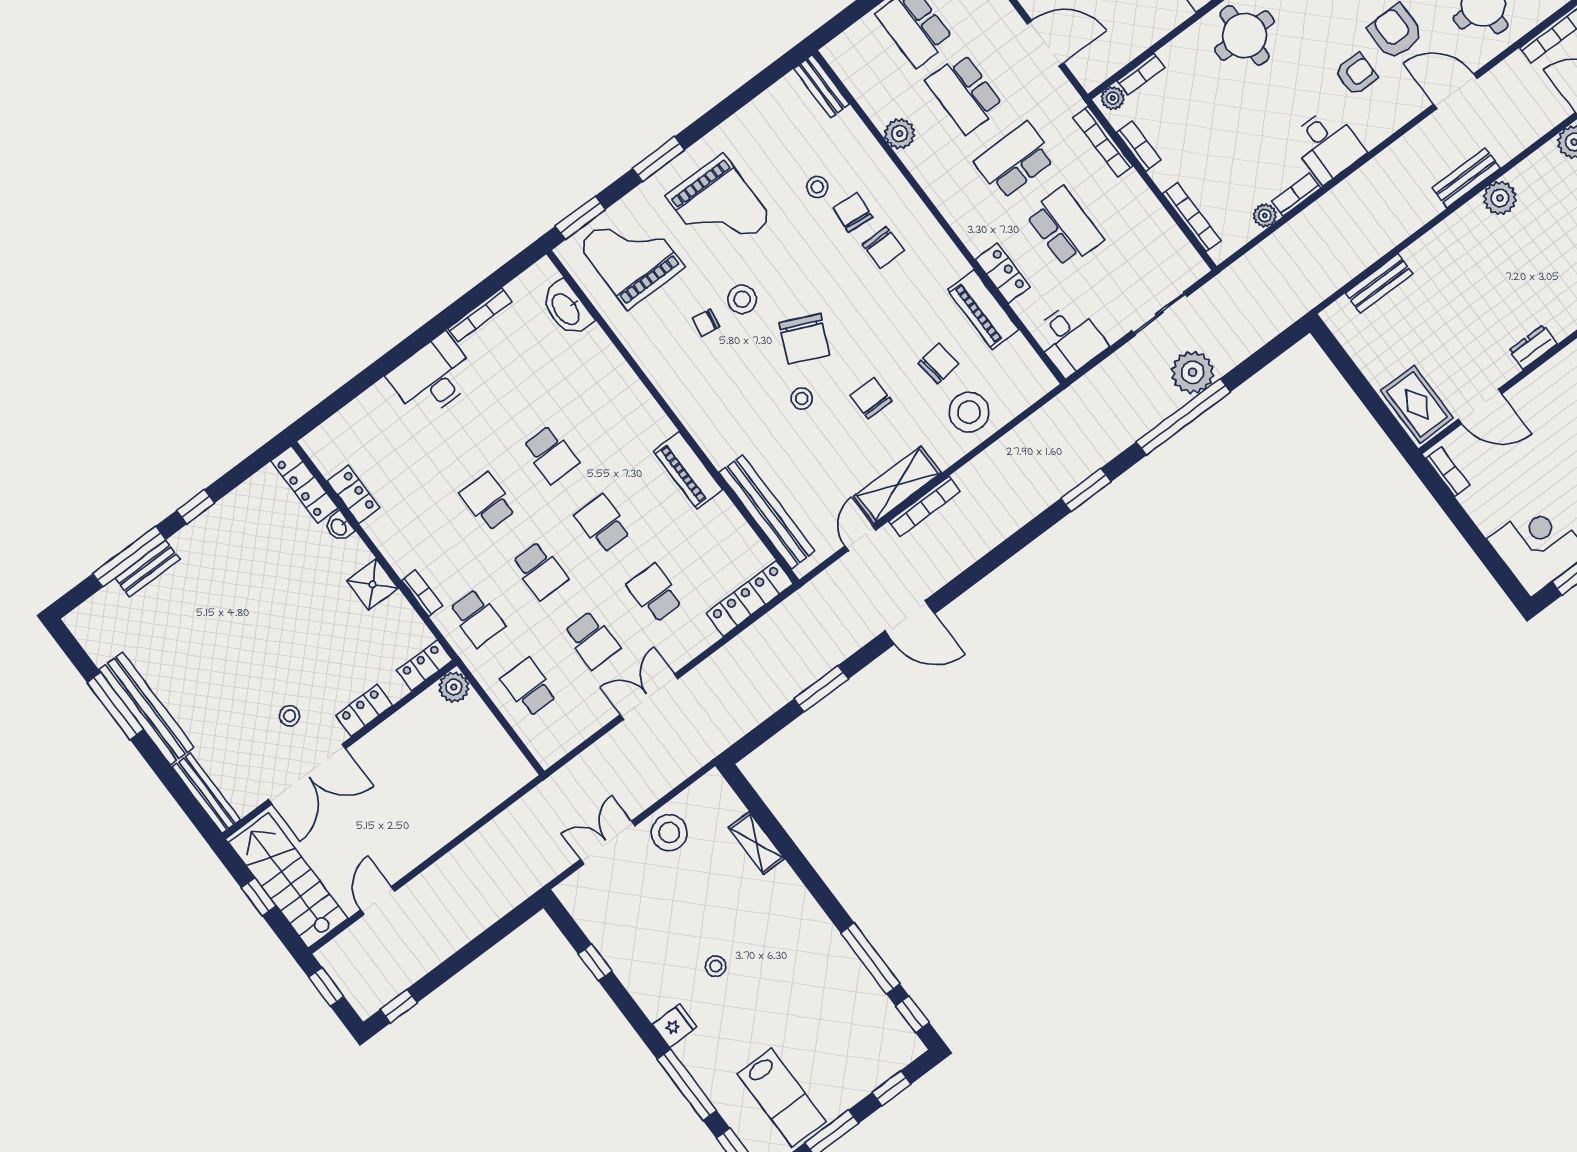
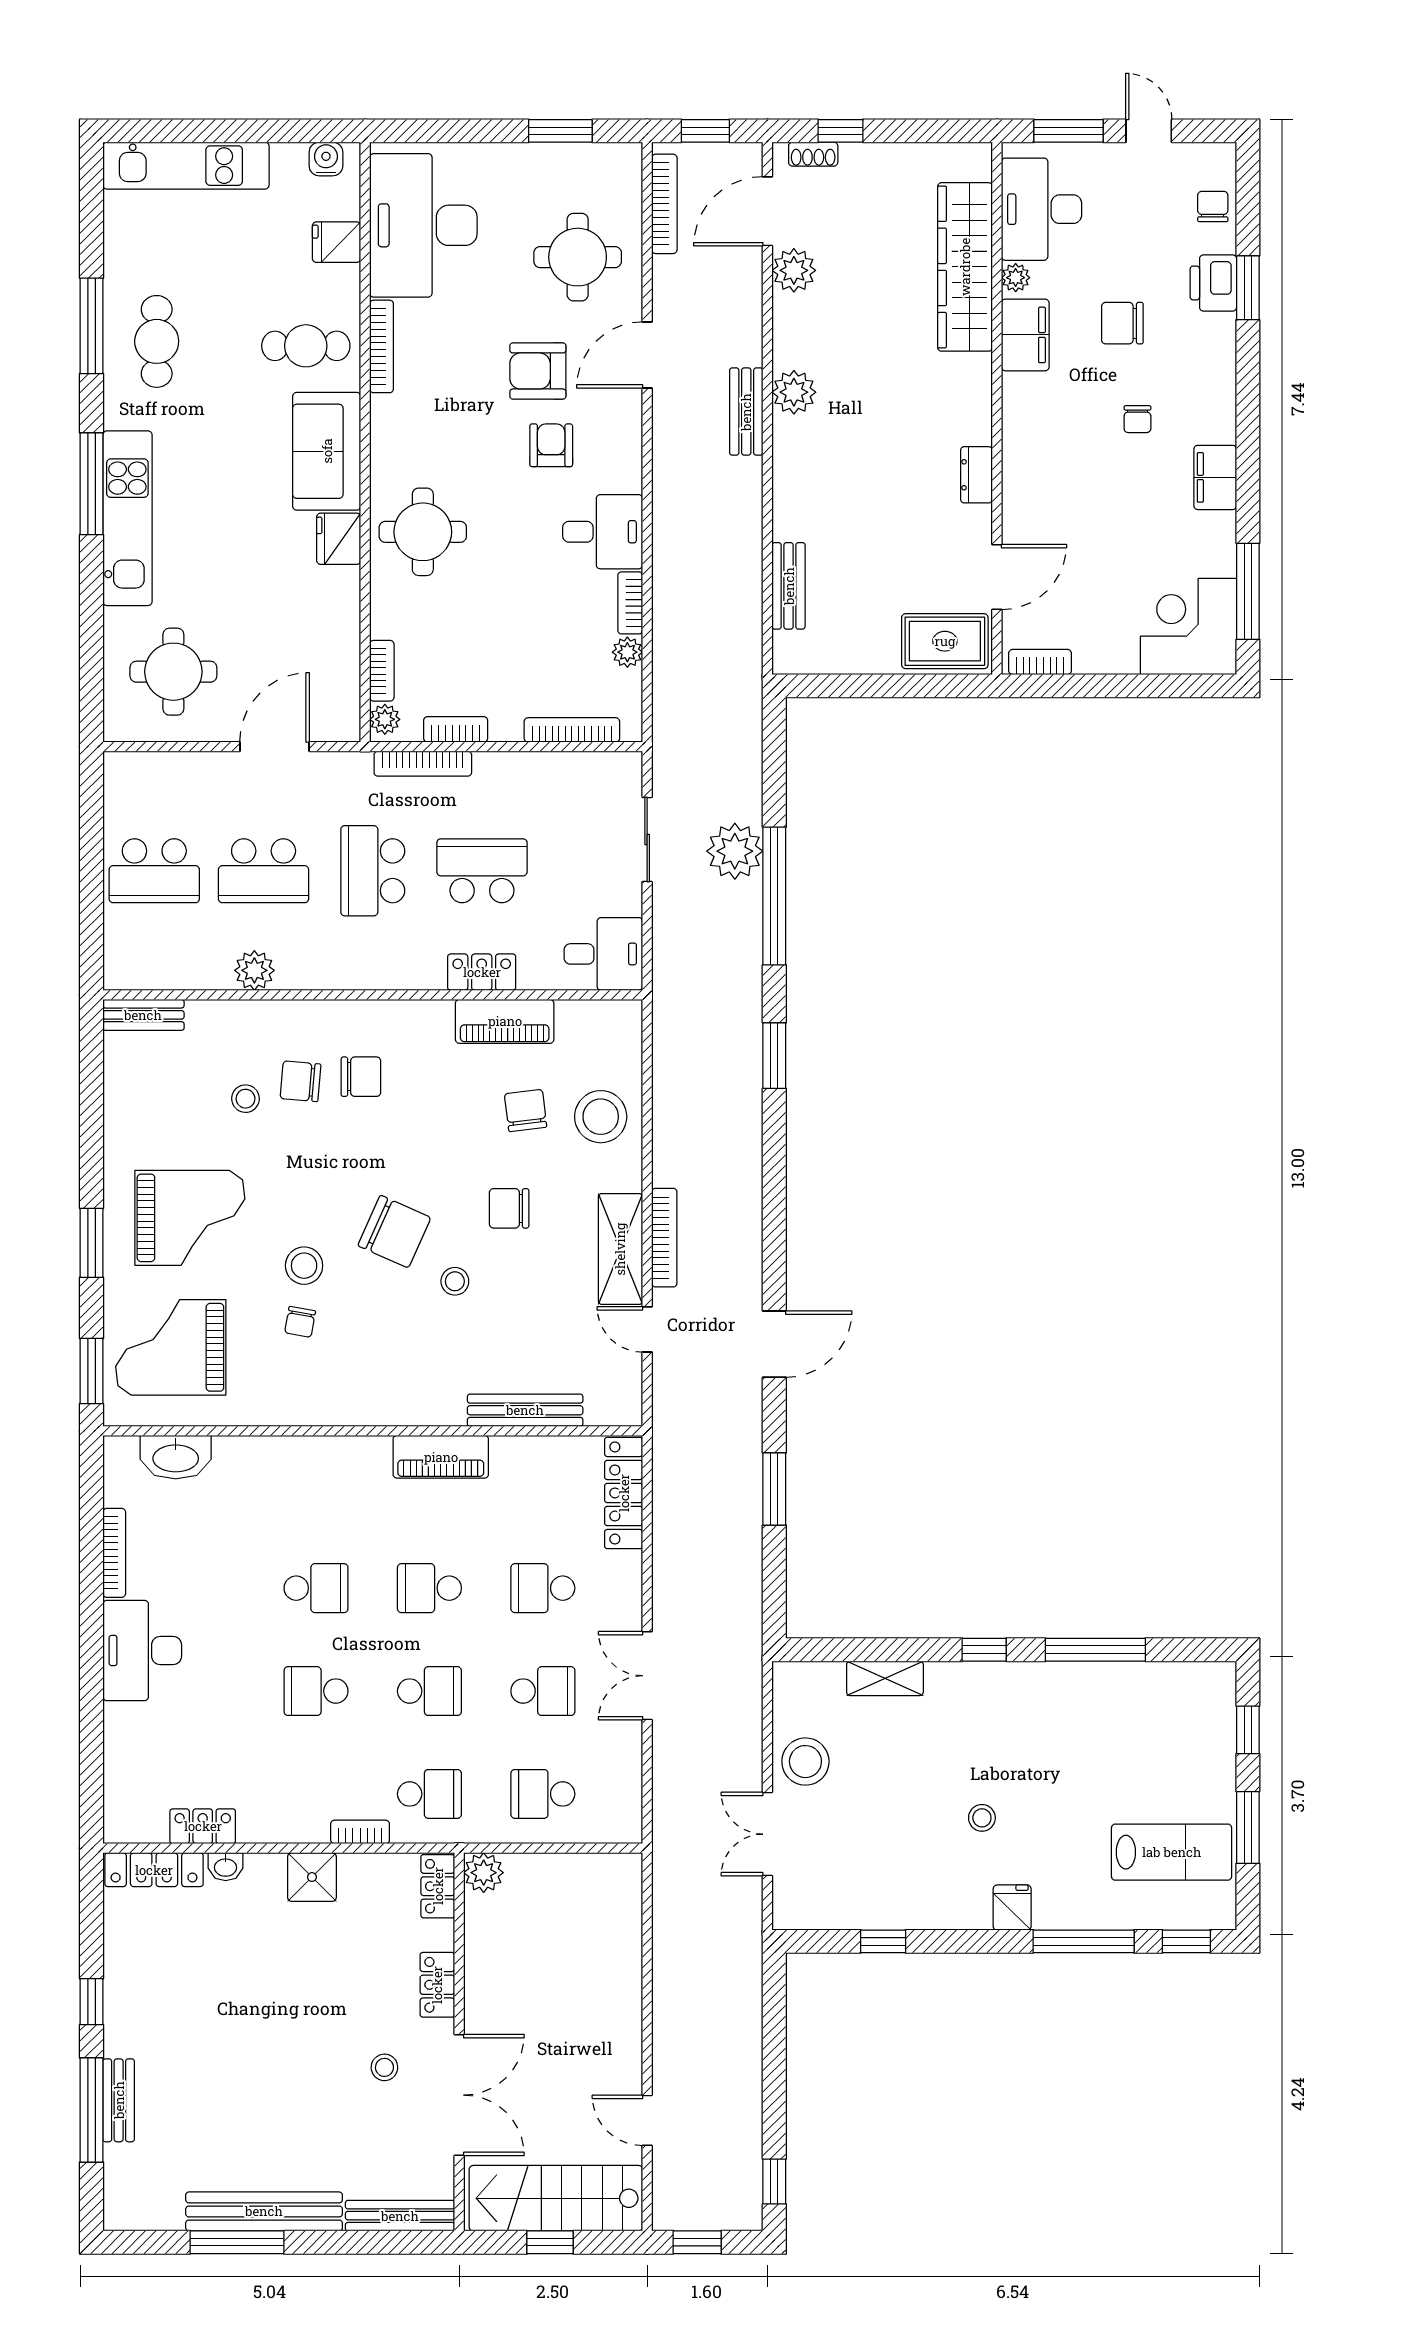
bench: (767, 512) -> (525, 1410), width x0.73, depth x0.82
window: (912, 1014) -> (984, 1650), moved

